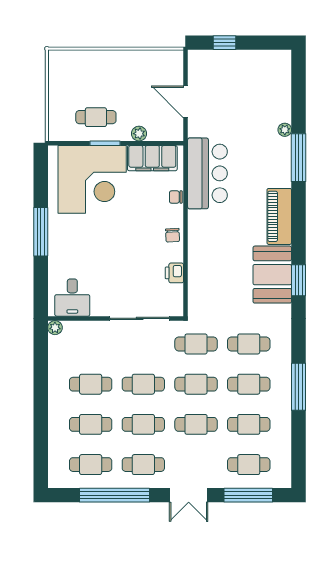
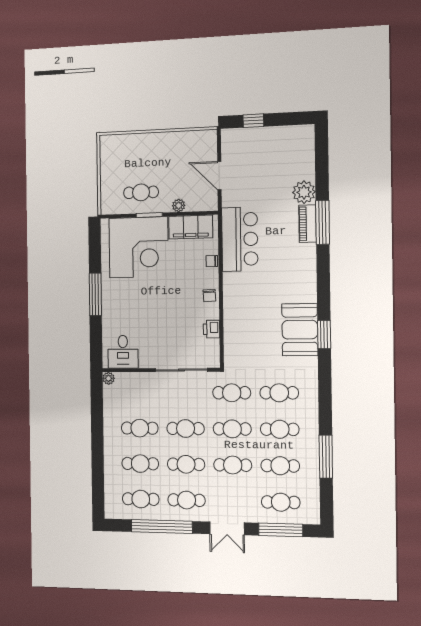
plant: (285, 130) -> (304, 192), width x1.88, depth x1.88
piano: (279, 216) -> (307, 224), moved, width x0.73, depth x0.75
window: (299, 387) -> (326, 457), moved

